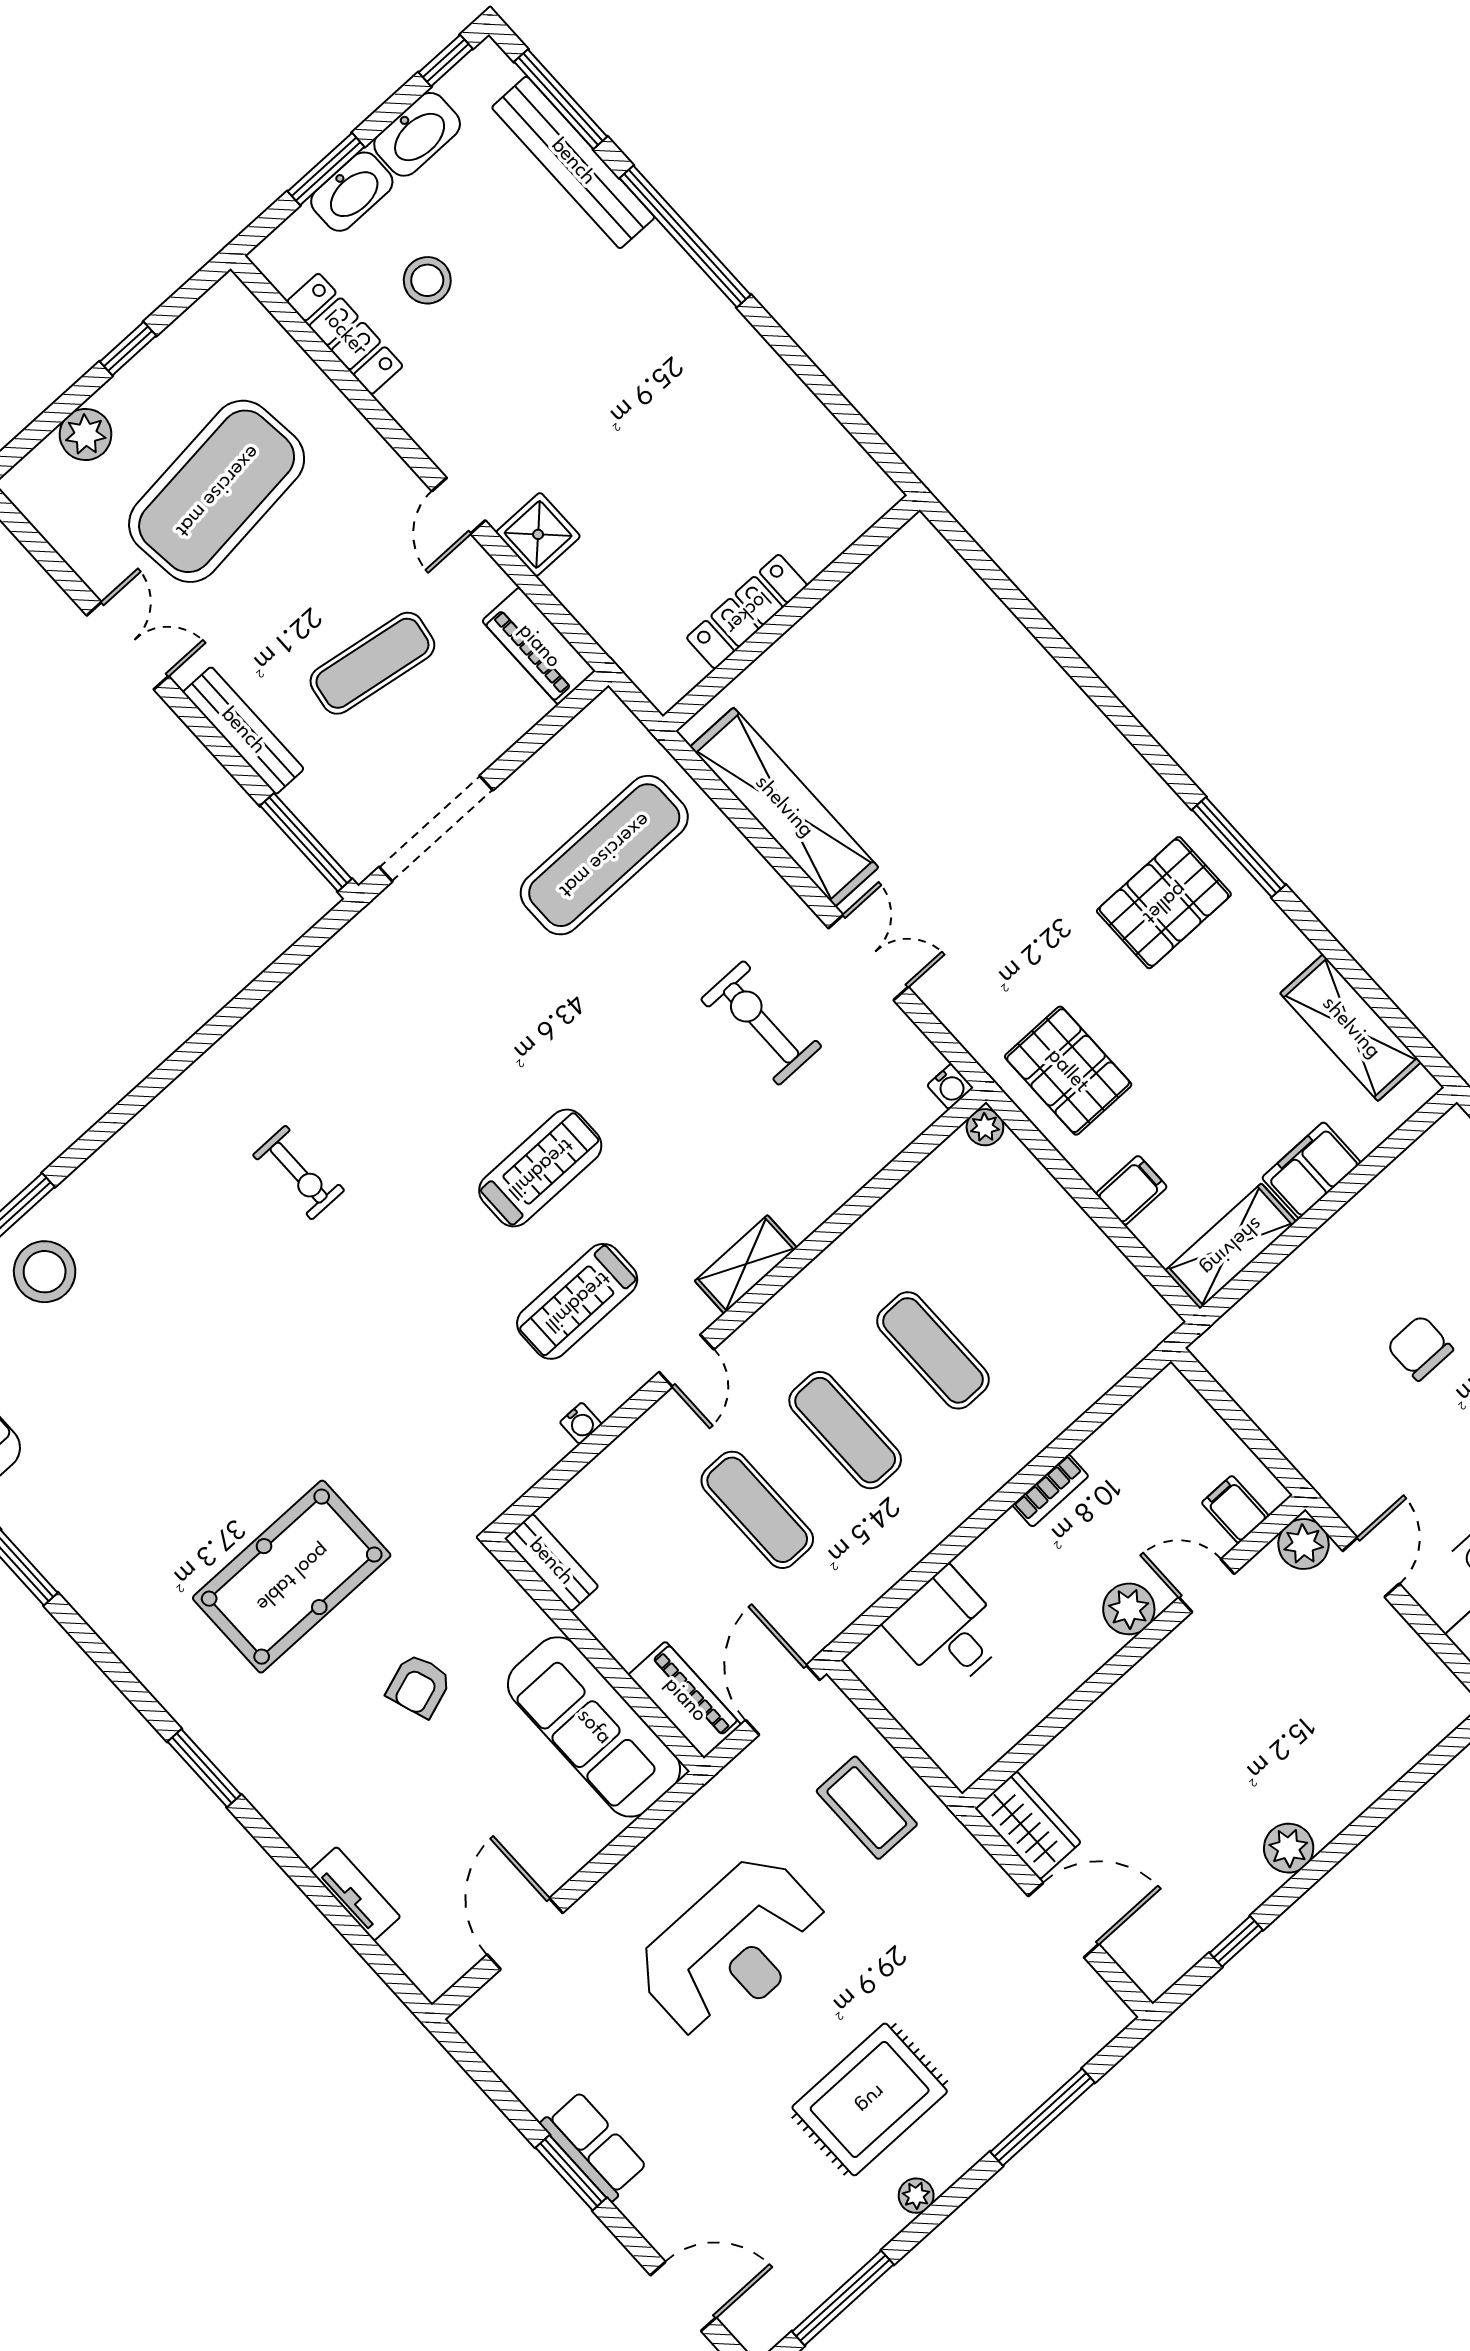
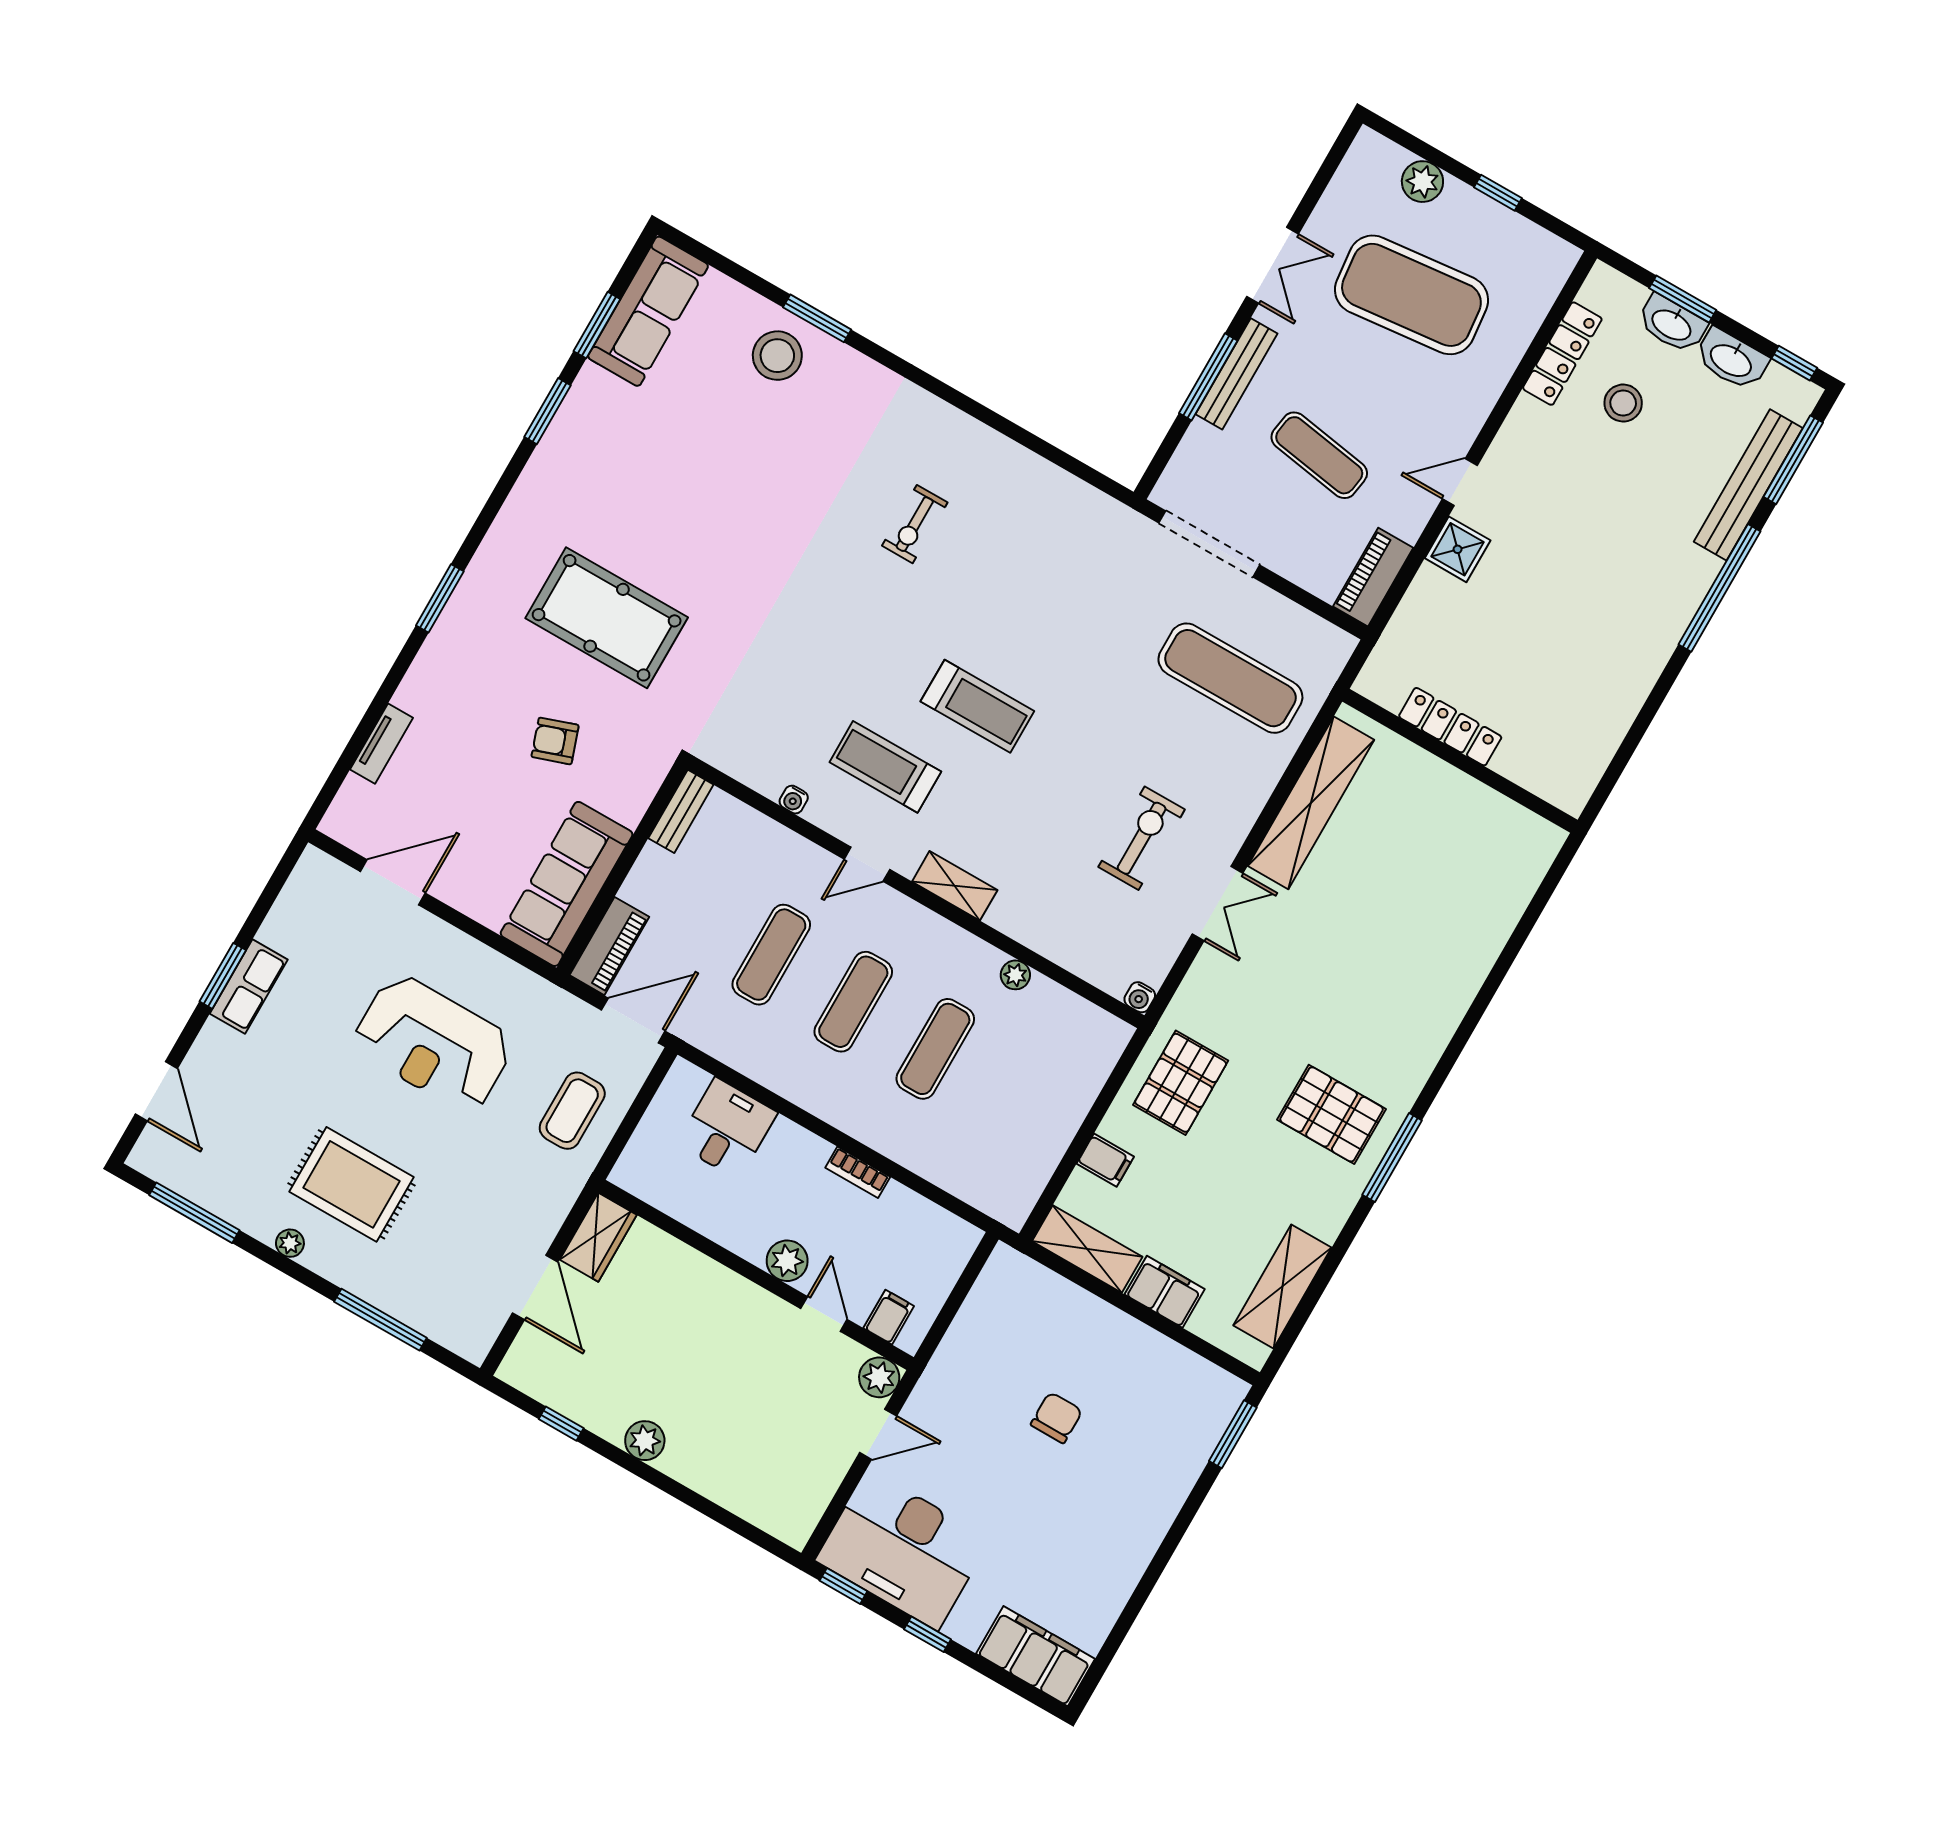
window: (306, 842) -> (1208, 377), moved
plant: (985, 1127) -> (1015, 975), moved

